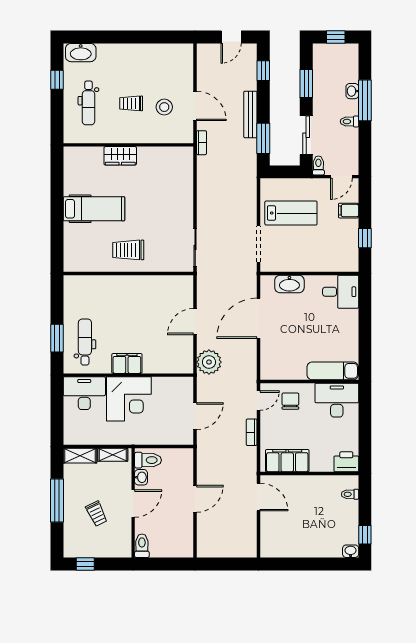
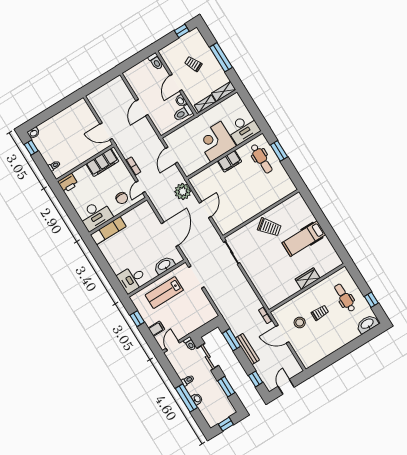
lab bench: (291, 213) -> (164, 293), moved
trolley: (128, 250) -> (269, 227), turned 52

